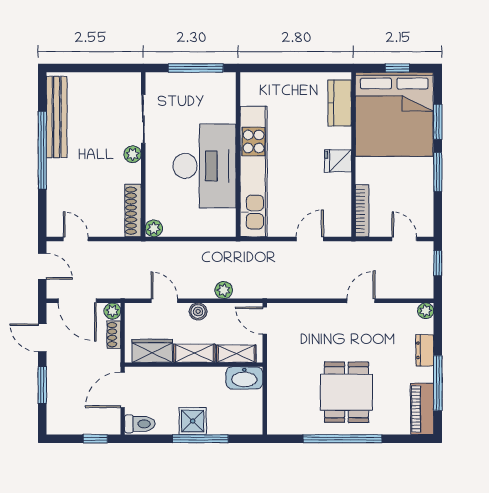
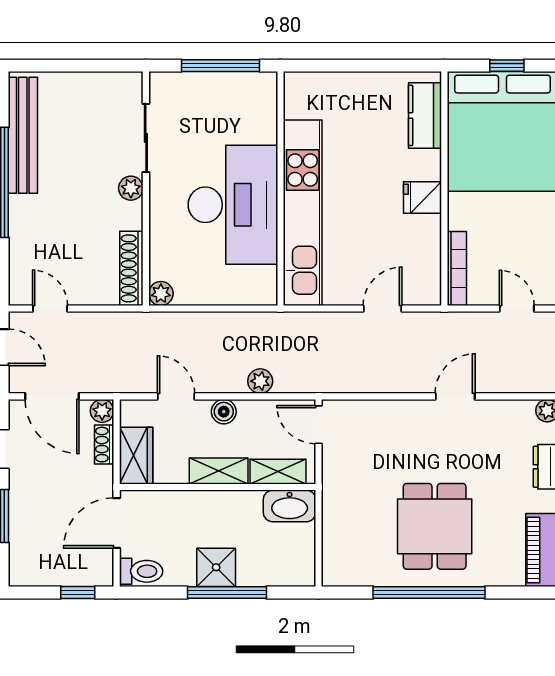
wardrobe: (152, 351) -> (136, 456), moved, turned 90

